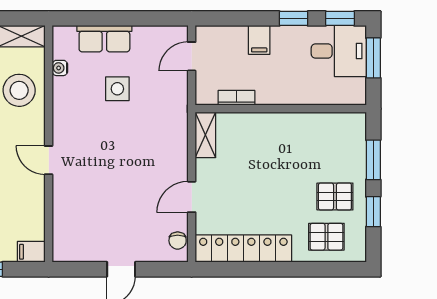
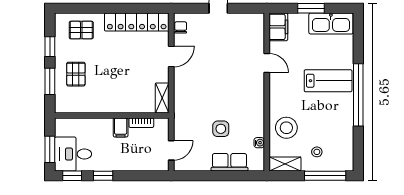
filing cabinet: (259, 40) -> (121, 127), moved, turned 180
door: (49, 160) -> (267, 63), moved
pallet: (335, 197) -> (76, 74), moved, turned 90
filing cabinet: (31, 252) -> (278, 27), width x2.00

